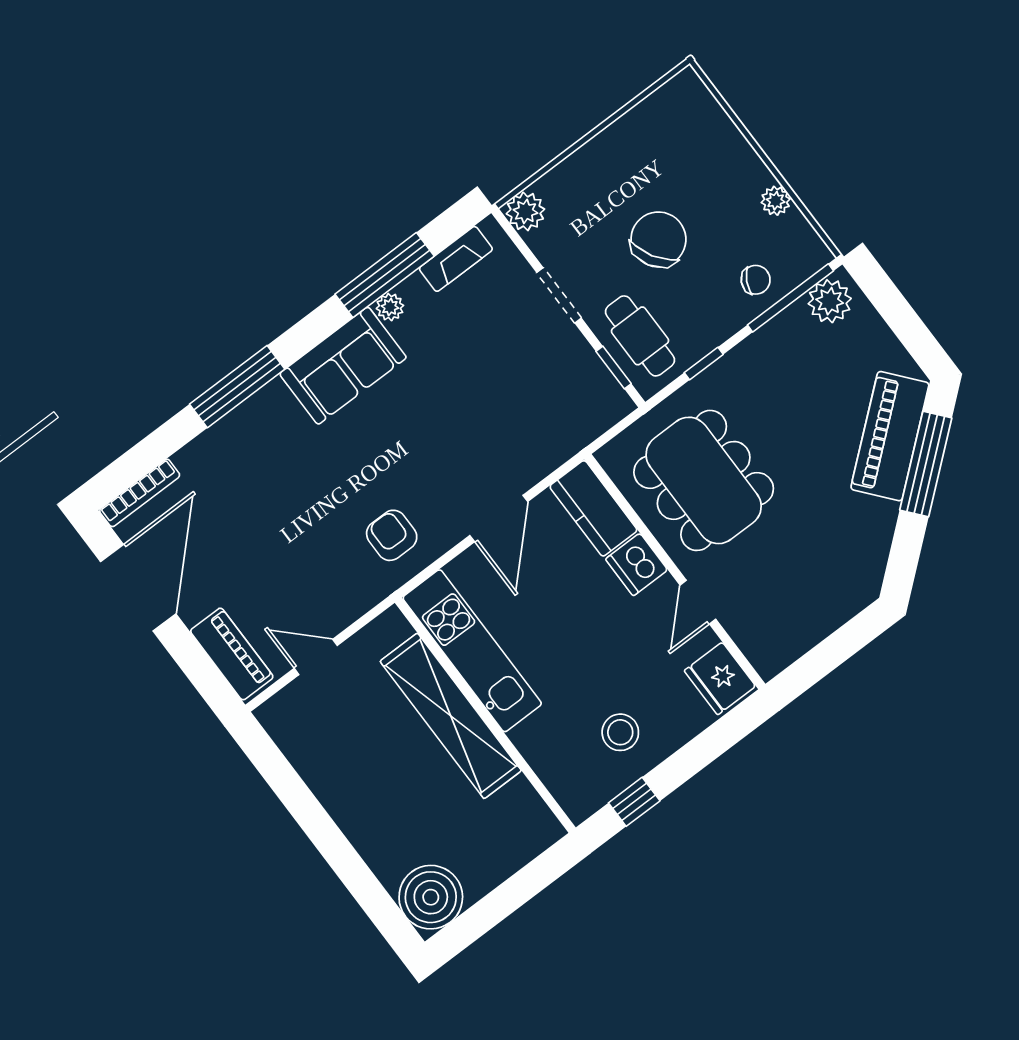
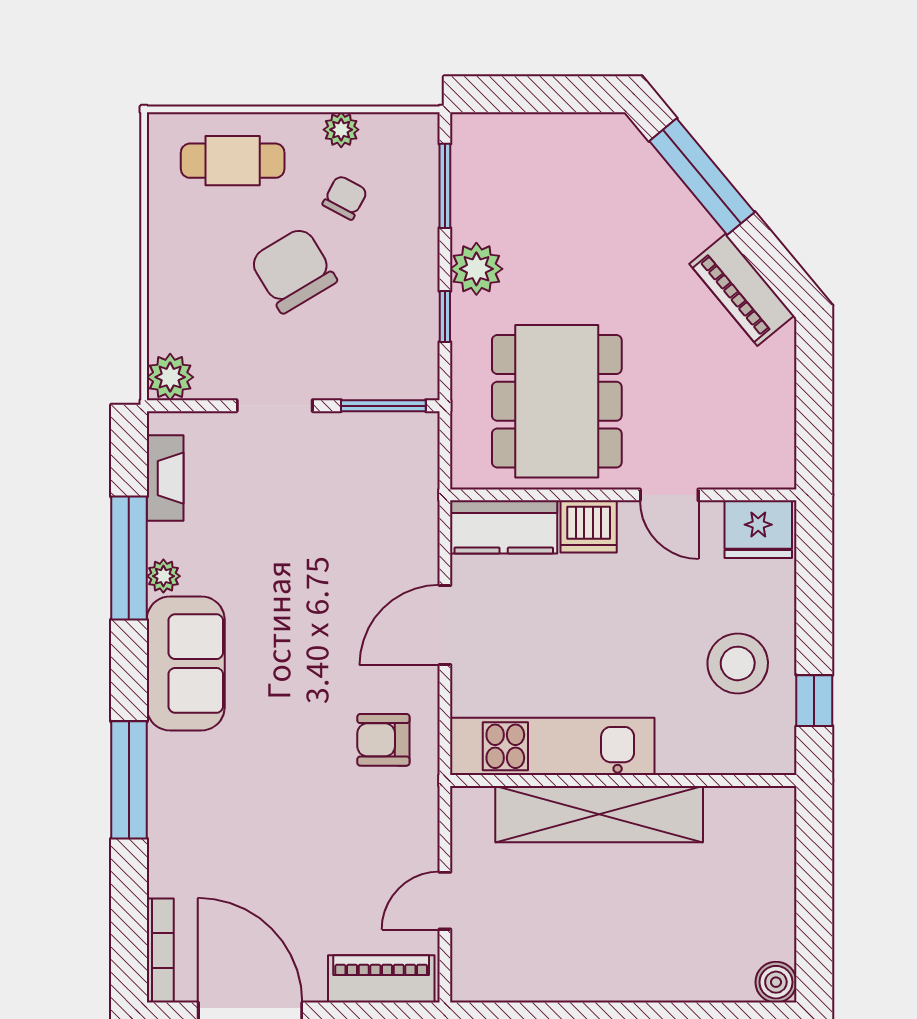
chair: (756, 280) -> (345, 197), moved
window: (790, 298) -> (445, 186), width x0.69
plant: (830, 301) -> (476, 269), moved
cafe table: (640, 336) -> (233, 161), moved
window: (614, 367) -> (383, 406), width x1.50
piano: (890, 436) -> (742, 290), moved, width x0.73, depth x0.75
dining table: (704, 480) -> (557, 401), turned 90
door: (499, 518) -> (445, 625), swing flipped
stool: (620, 732) -> (738, 663), width x1.38, depth x1.38
boiler: (431, 897) -> (776, 982), width x0.54, depth x0.54

